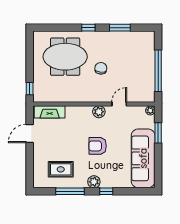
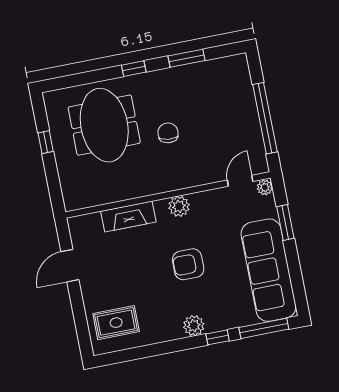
meeting table: (65, 57) -> (104, 125), turned 90
window: (30, 89) -> (46, 142), moved
door: (119, 104) -> (240, 181), moved
fireplace: (50, 112) -> (128, 217), moved
rug: (61, 169) -> (116, 323), moved
window: (70, 191) -> (264, 328), moved

